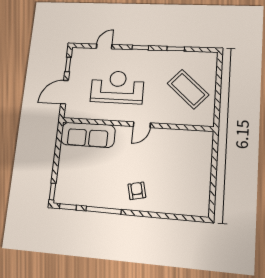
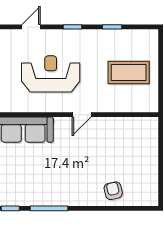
coffee table: (188, 89) -> (129, 72), turned -42
armchair: (137, 191) -> (113, 191), moved

